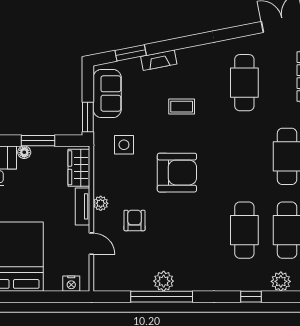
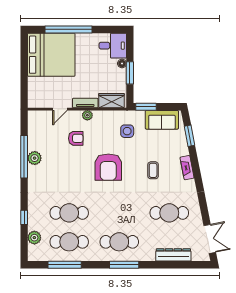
fireplace: (159, 60) -> (187, 168), moved
nightstand: (71, 284) -> (33, 95), removed

